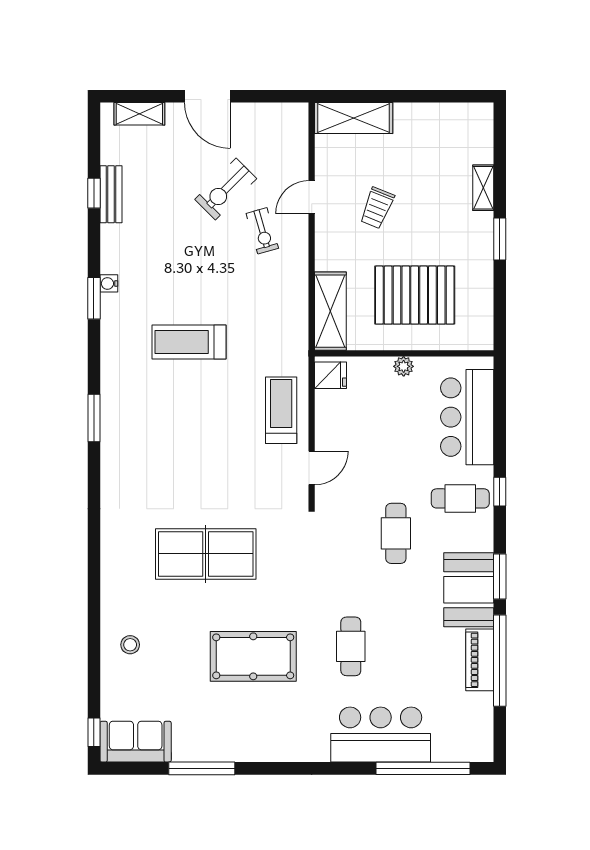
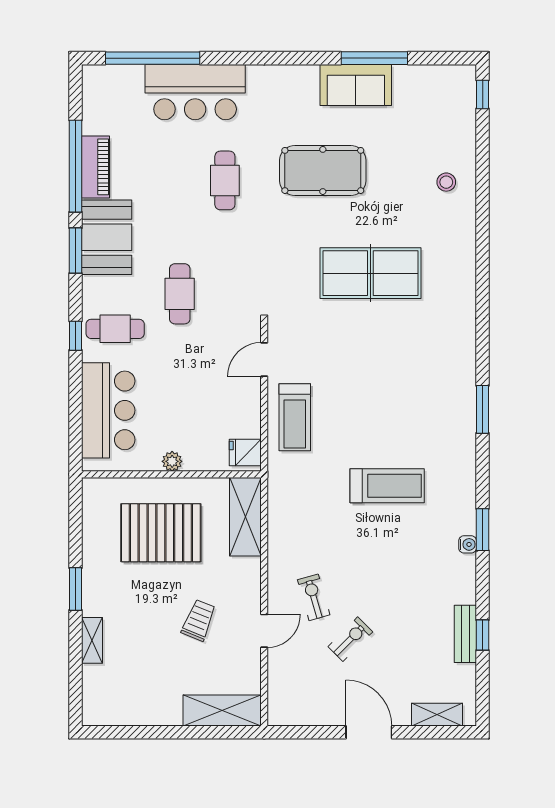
exercise bike: (226, 189) -> (350, 639), width x0.73, depth x0.72
sofa: (136, 742) -> (356, 85), moved

